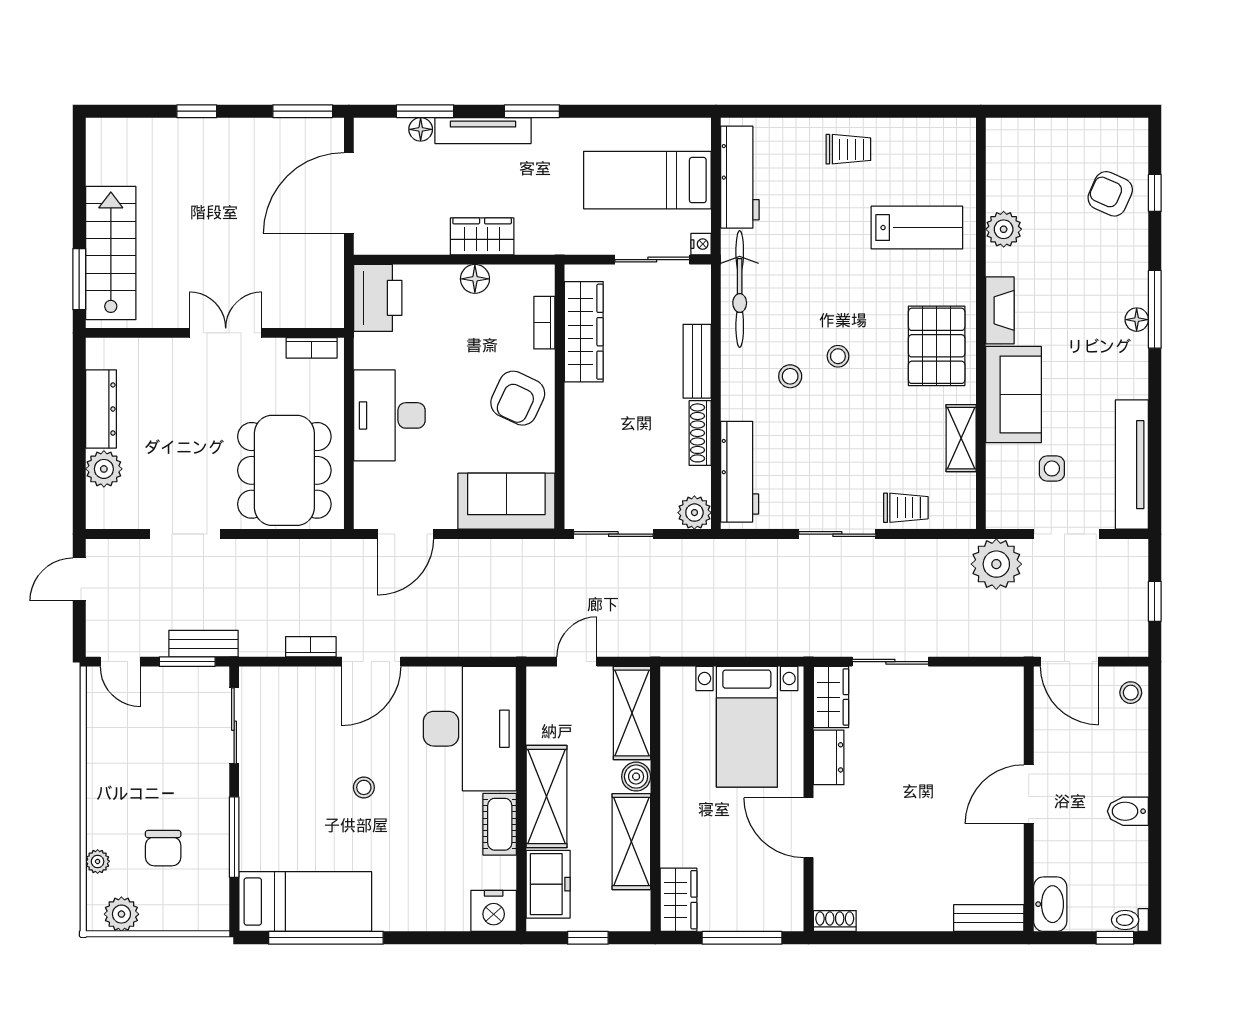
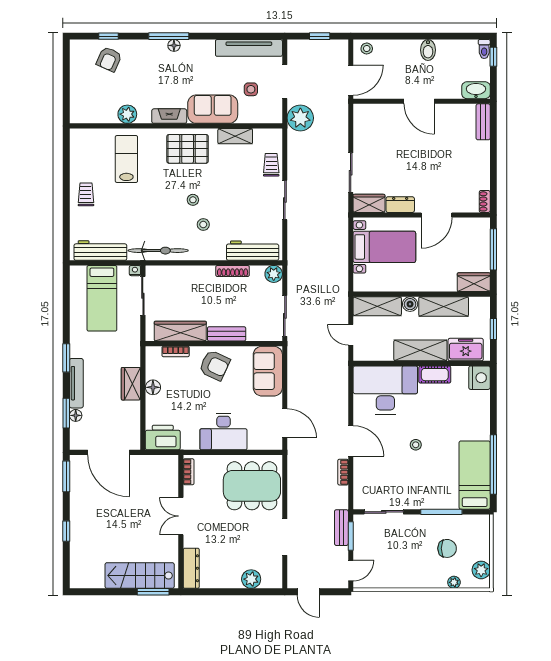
bench: (697, 361) -> (227, 334), moved
dresser: (101, 409) -> (191, 568), moved, turned 90

